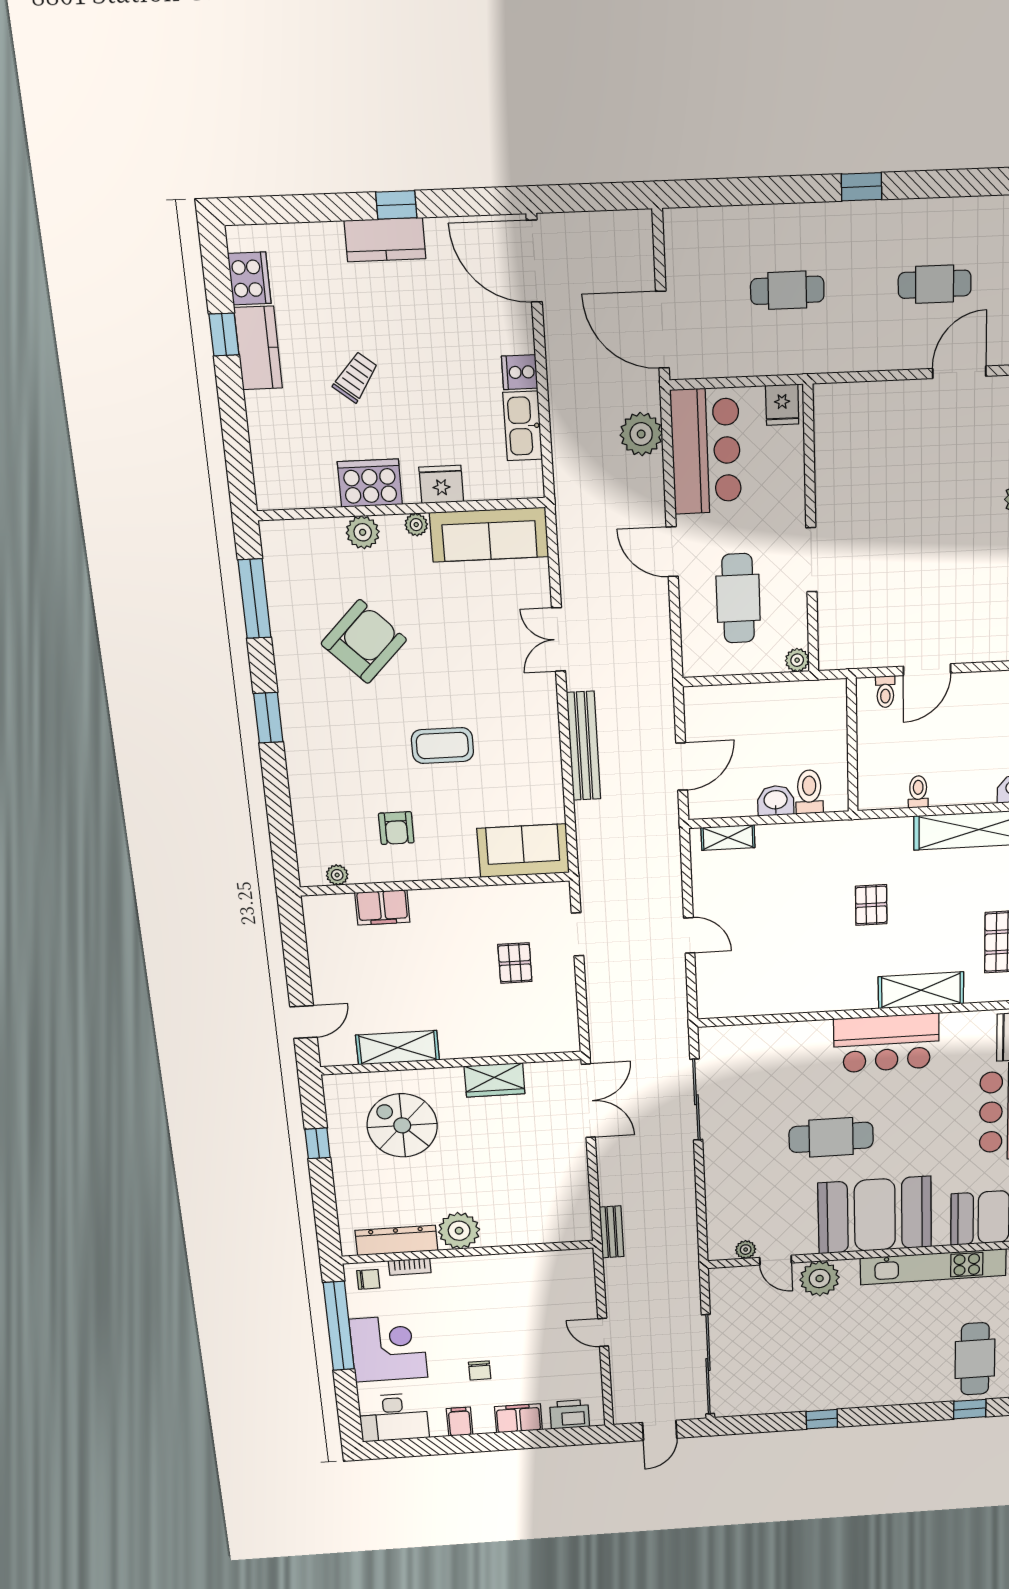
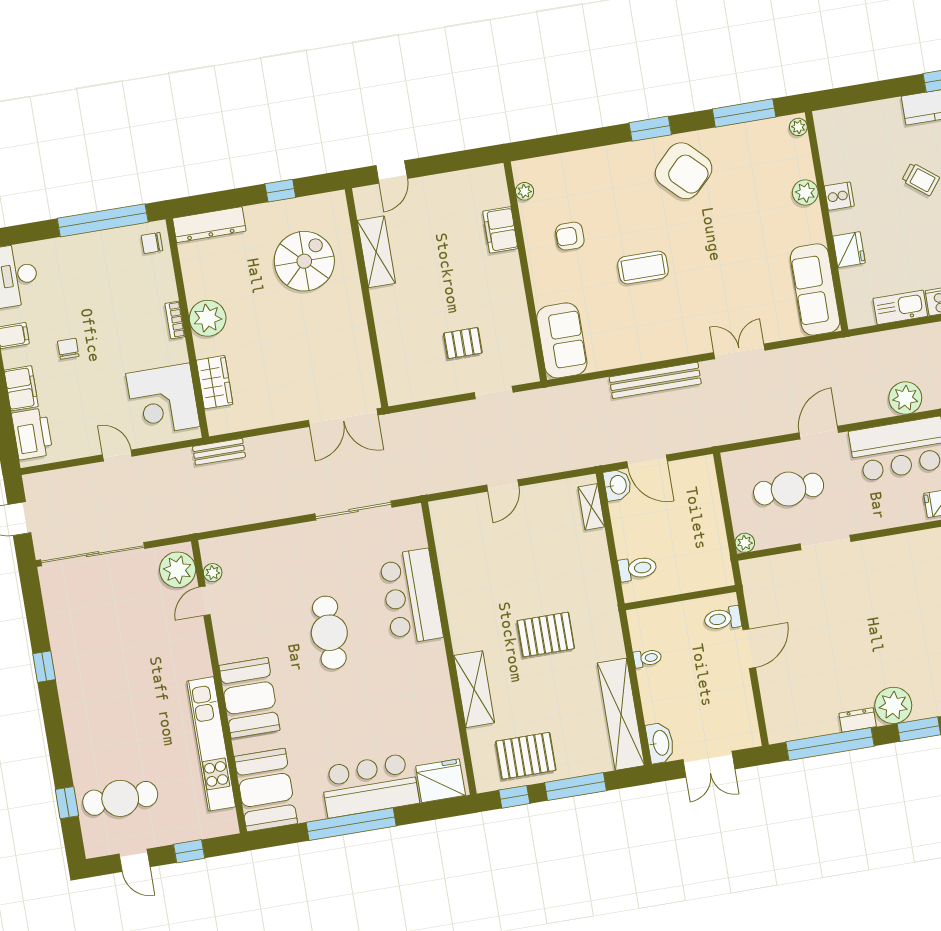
cooker: (370, 483) -> (839, 196), width x0.53, depth x0.76
plant: (416, 525) -> (798, 127), moved
armchair: (364, 642) -> (684, 171), moved
door: (927, 670) -> (749, 649), swing flipped
toilet: (885, 692) -> (723, 619), width x1.37, depth x1.39
coffee table: (442, 745) -> (643, 268), turned 90
washbasin: (776, 801) -> (618, 485), moved
pallet: (871, 905) -> (546, 635), width x1.50, depth x1.42
door: (304, 1022) -> (392, 172), hinge flipped
bar counter: (887, 1043) -> (411, 597), moved
wardrobe: (494, 1080) -> (215, 382), moved, turned 180
booth: (875, 1215) -> (250, 698), width x0.73, depth x0.70
dresser: (396, 1240) -> (209, 225), moved, turned 90
bookcase: (410, 1267) -> (175, 320), moved
plant: (820, 1278) -> (178, 570), moved
chair: (368, 1279) -> (152, 243), turned 90
door: (603, 1332) -> (117, 455), hinge flipped
corner desk: (389, 1348) -> (163, 400), moved, turned 90
chair: (480, 1370) -> (68, 349), turned 90
printer: (570, 1414) -> (32, 434), width x1.37, depth x1.19

